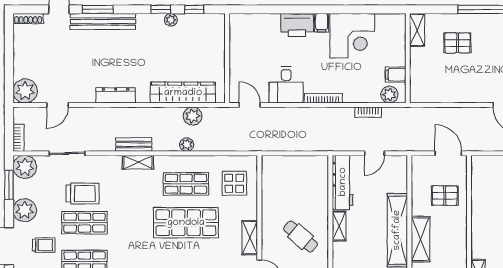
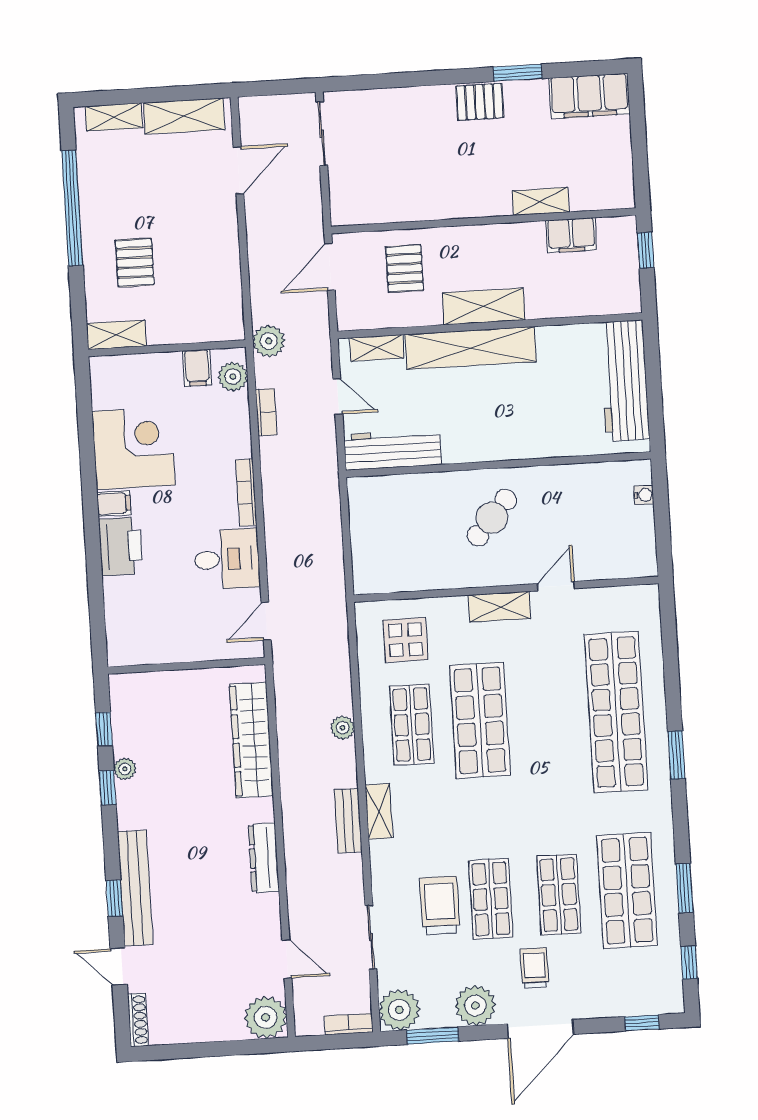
window: (98, 9) -> (114, 898), width x0.67
plant: (193, 116) -> (269, 341), moved
shelving: (339, 226) -> (377, 348), moved

